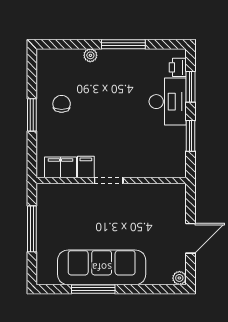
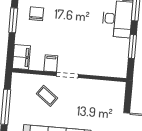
filing cabinet: (61, 167) -> (21, 57), moved, turned 90
coffee table: (84, 210) -> (47, 96), added

